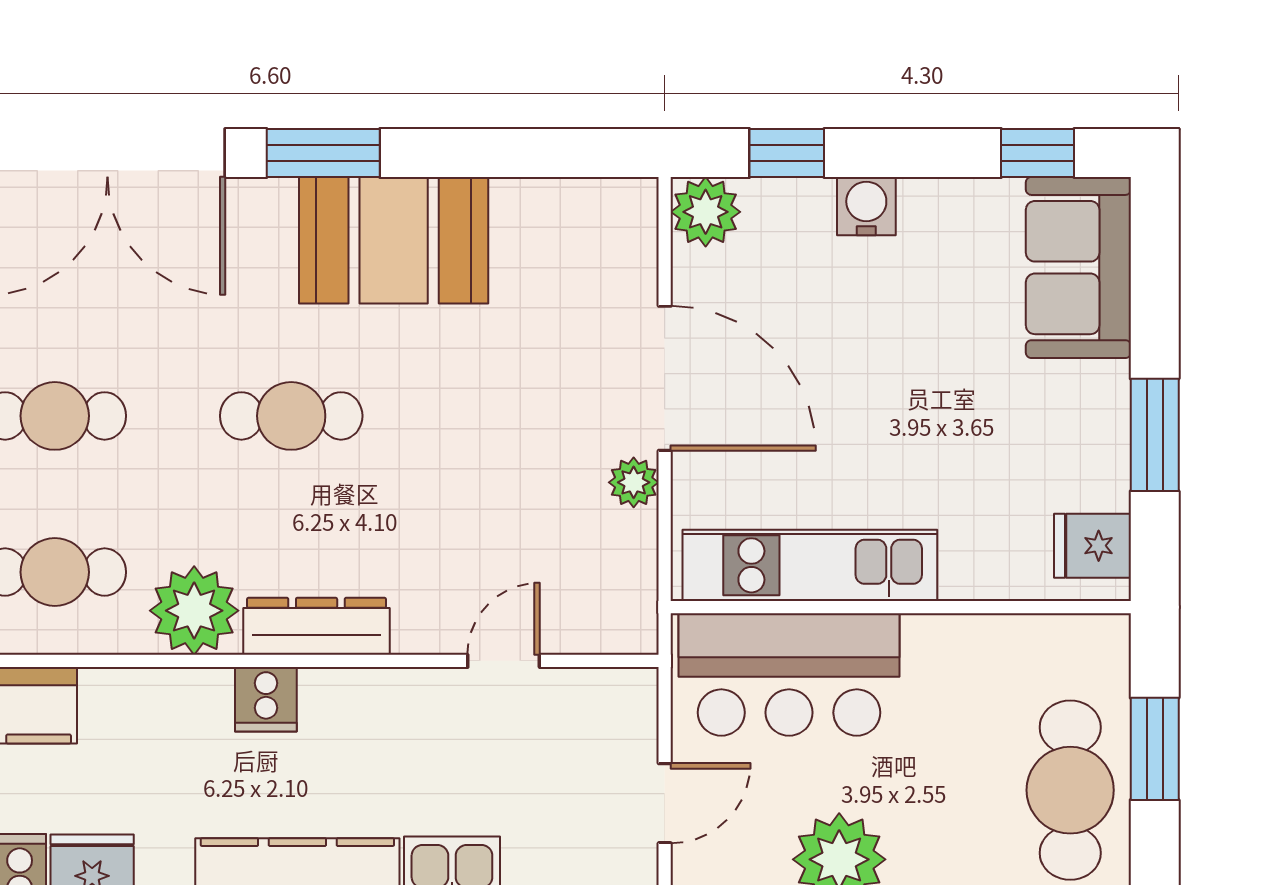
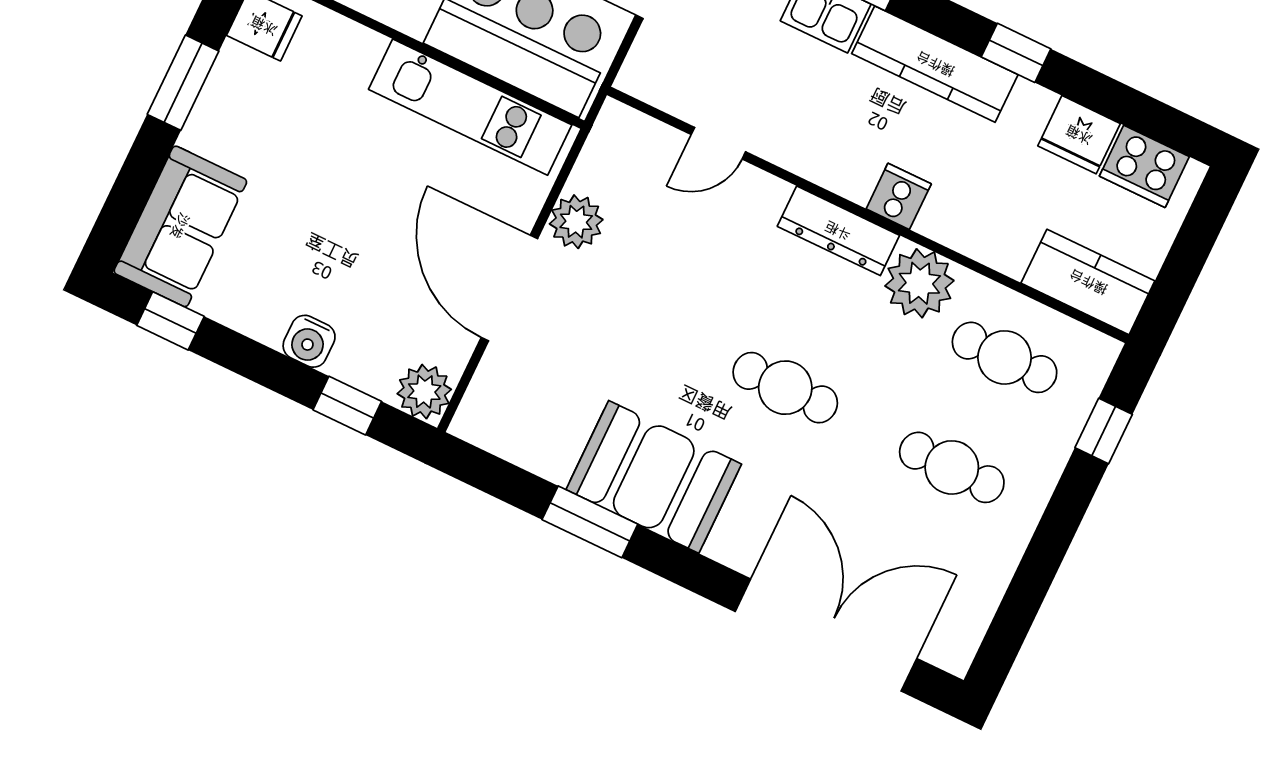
window: (323, 153) -> (590, 522), moved
plant: (634, 482) -> (576, 222), width x1.38, depth x1.38

